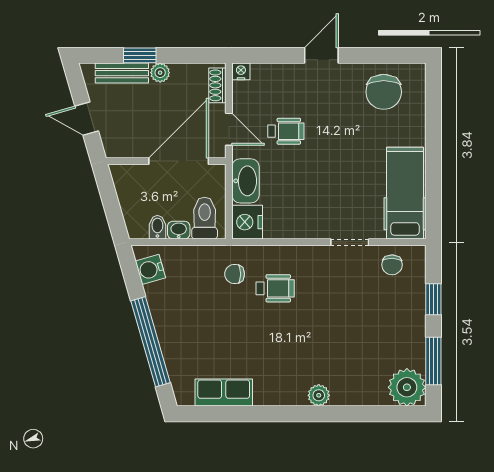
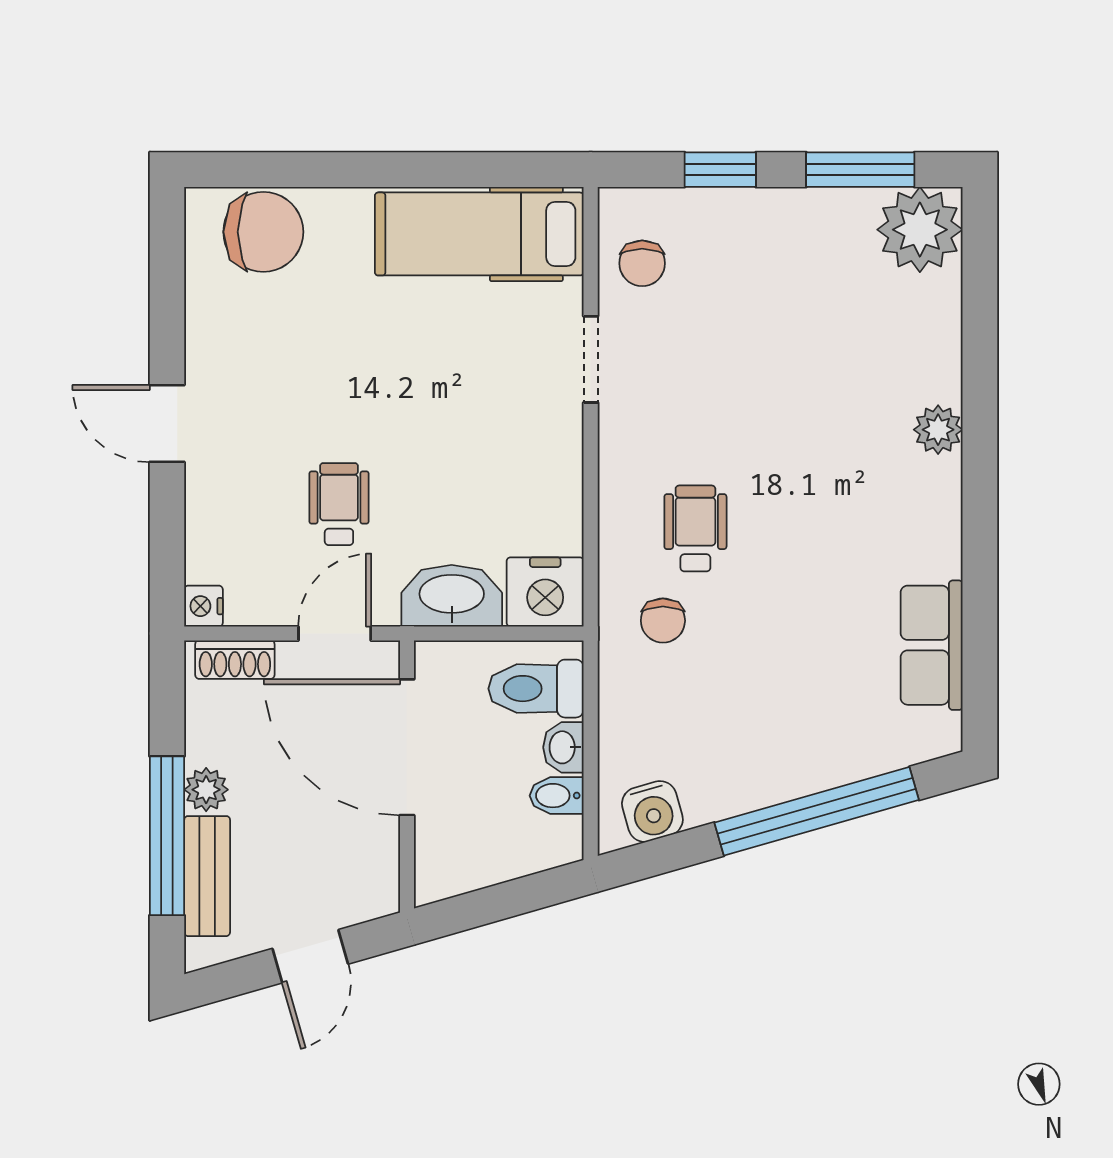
window: (140, 55) -> (167, 836), width x2.17
chair: (384, 92) -> (263, 232), moved
chair: (392, 265) -> (642, 263), turned 88

